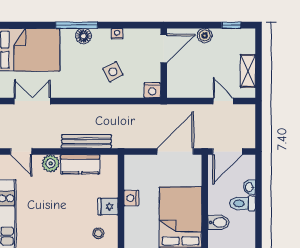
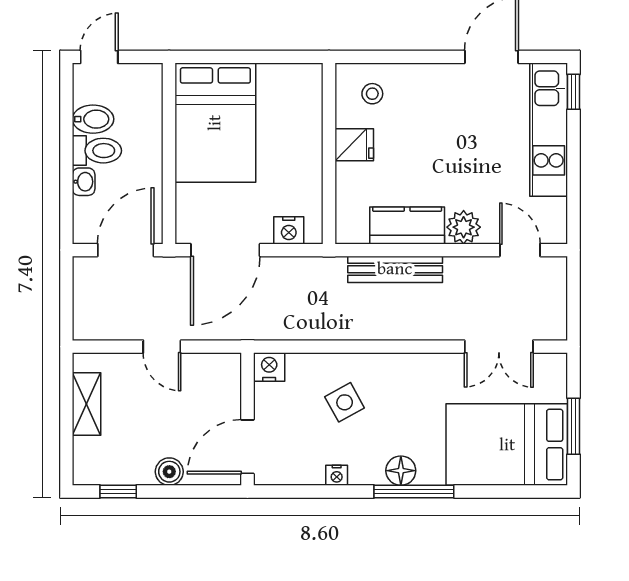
door: (223, 101) -> (162, 347), moved
nightstand: (131, 198) -> (289, 230), moved, turned 90
bidet: (219, 222) -> (93, 119), moved, turned 180

